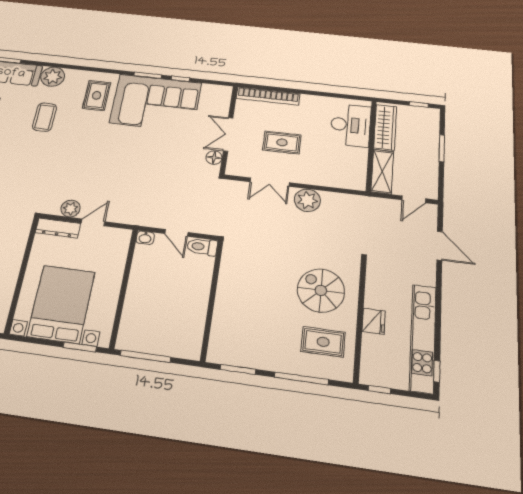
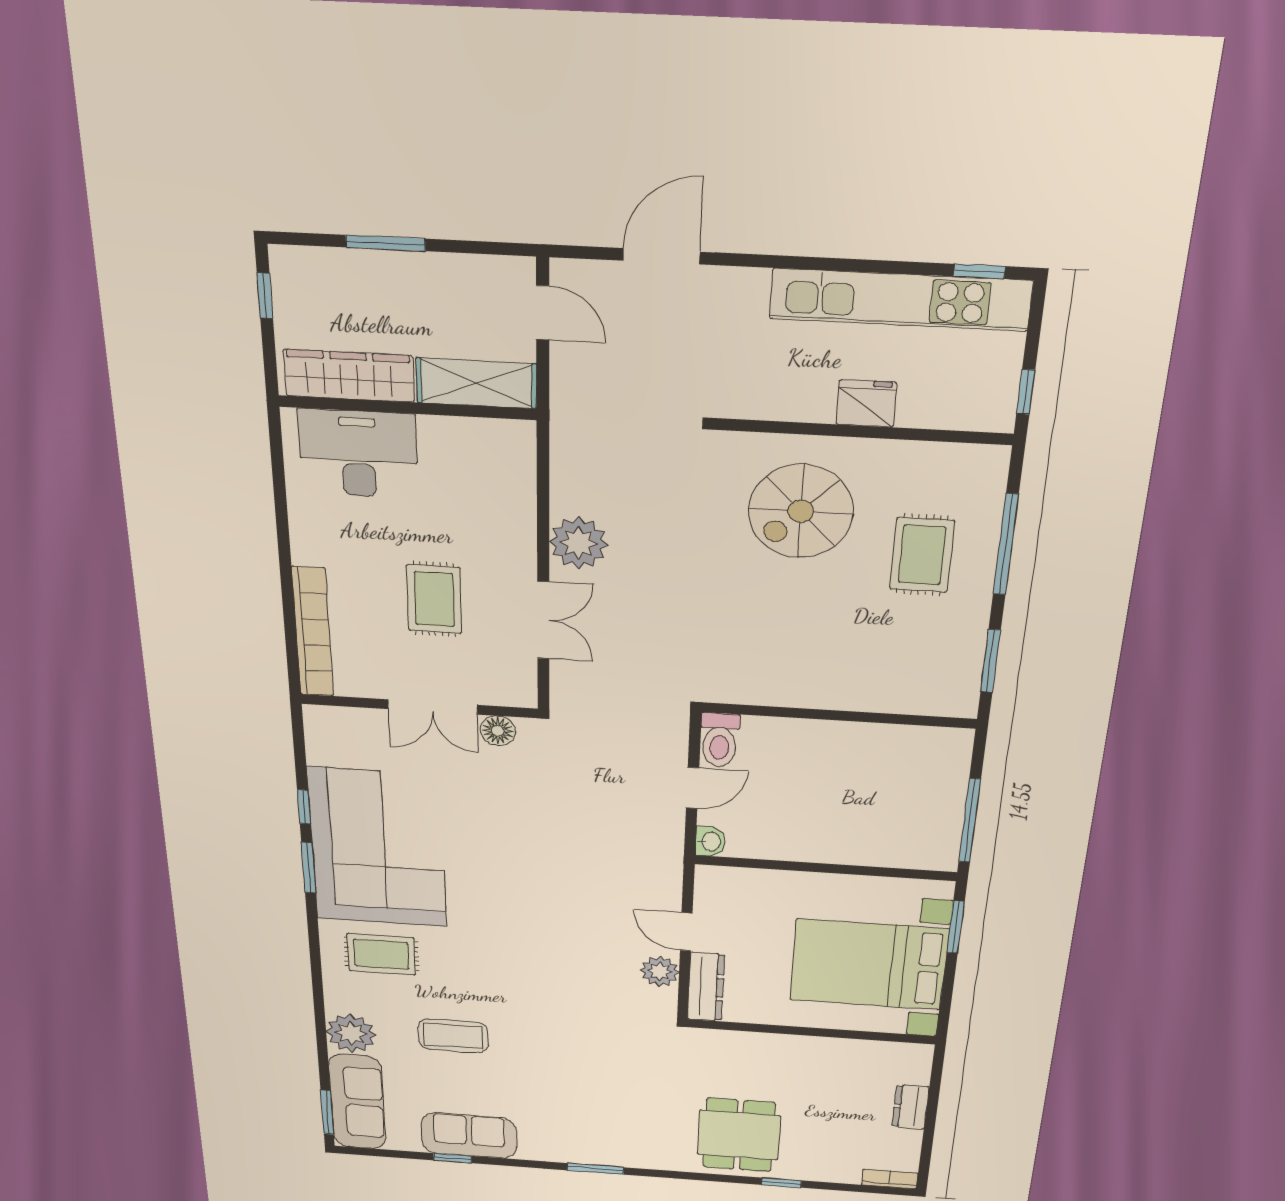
rug: (323, 342) -> (922, 555), moved

